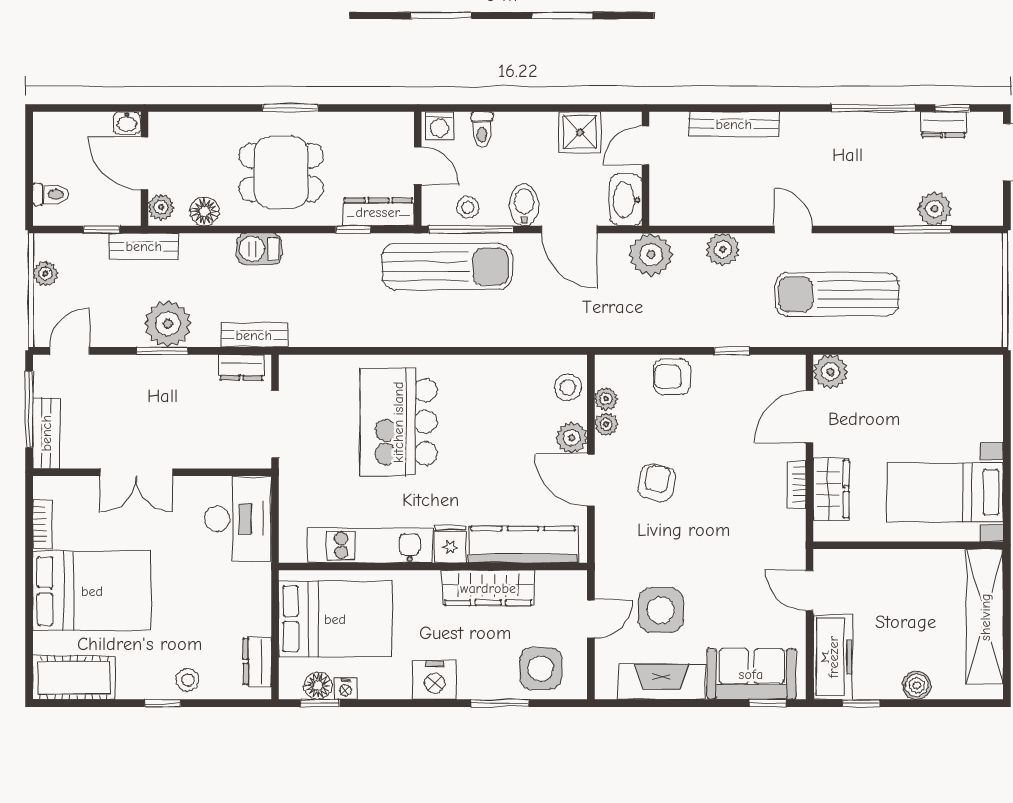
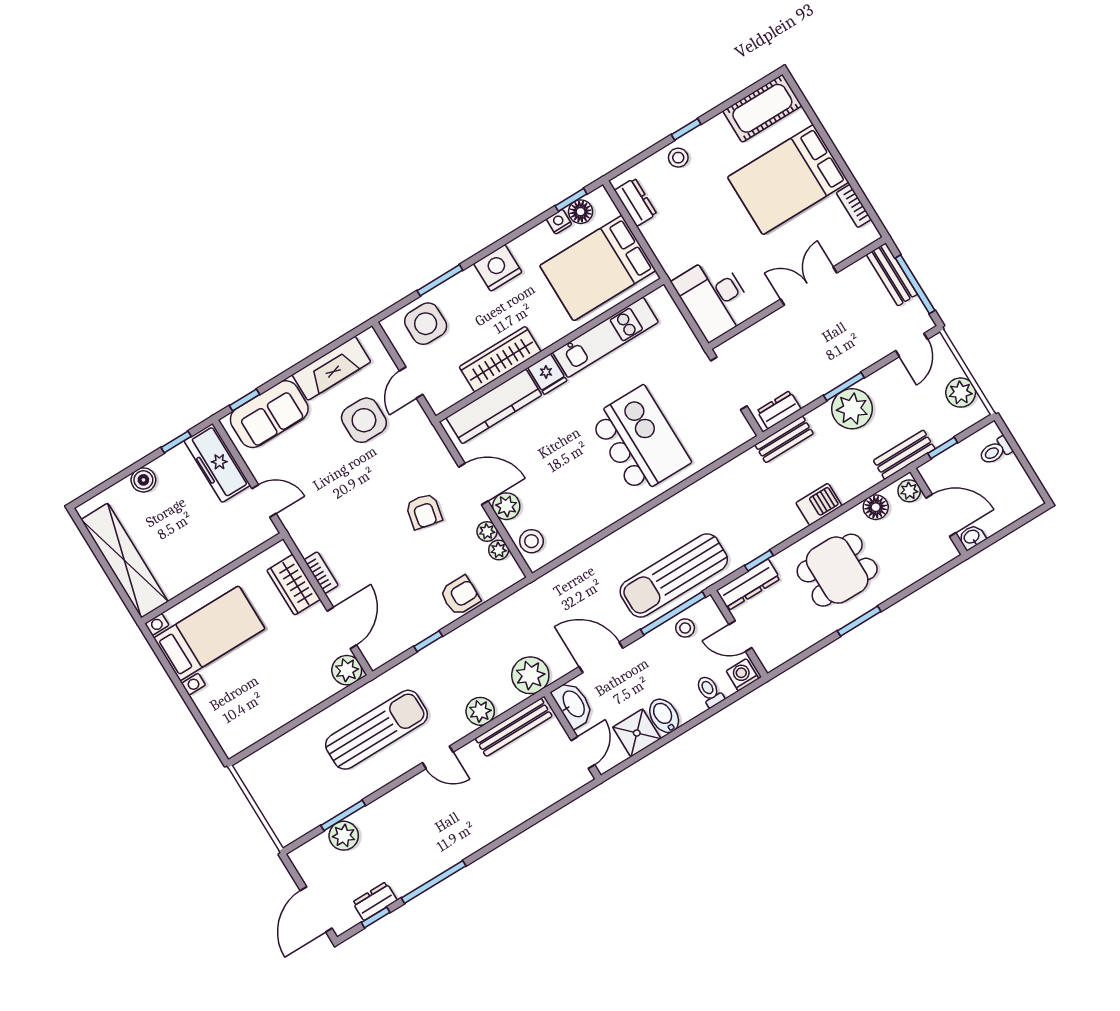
bench: (734, 124) -> (514, 727), moved
bidet: (524, 205) -> (664, 716), moved, turned 180
plant: (45, 274) -> (961, 393), width x1.38, depth x1.38

